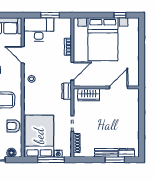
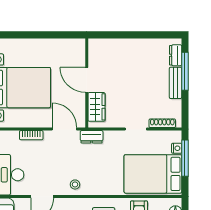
door: (119, 87) -> (87, 80), moved
window: (115, 160) -> (185, 71), width x1.44

